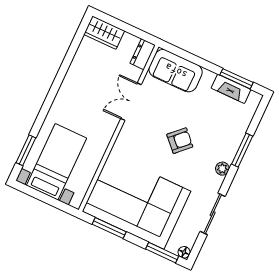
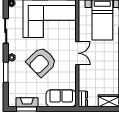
double door: (131, 102) -> (77, 53), moved
armchair: (180, 141) -> (41, 62), width x1.88, depth x1.88

